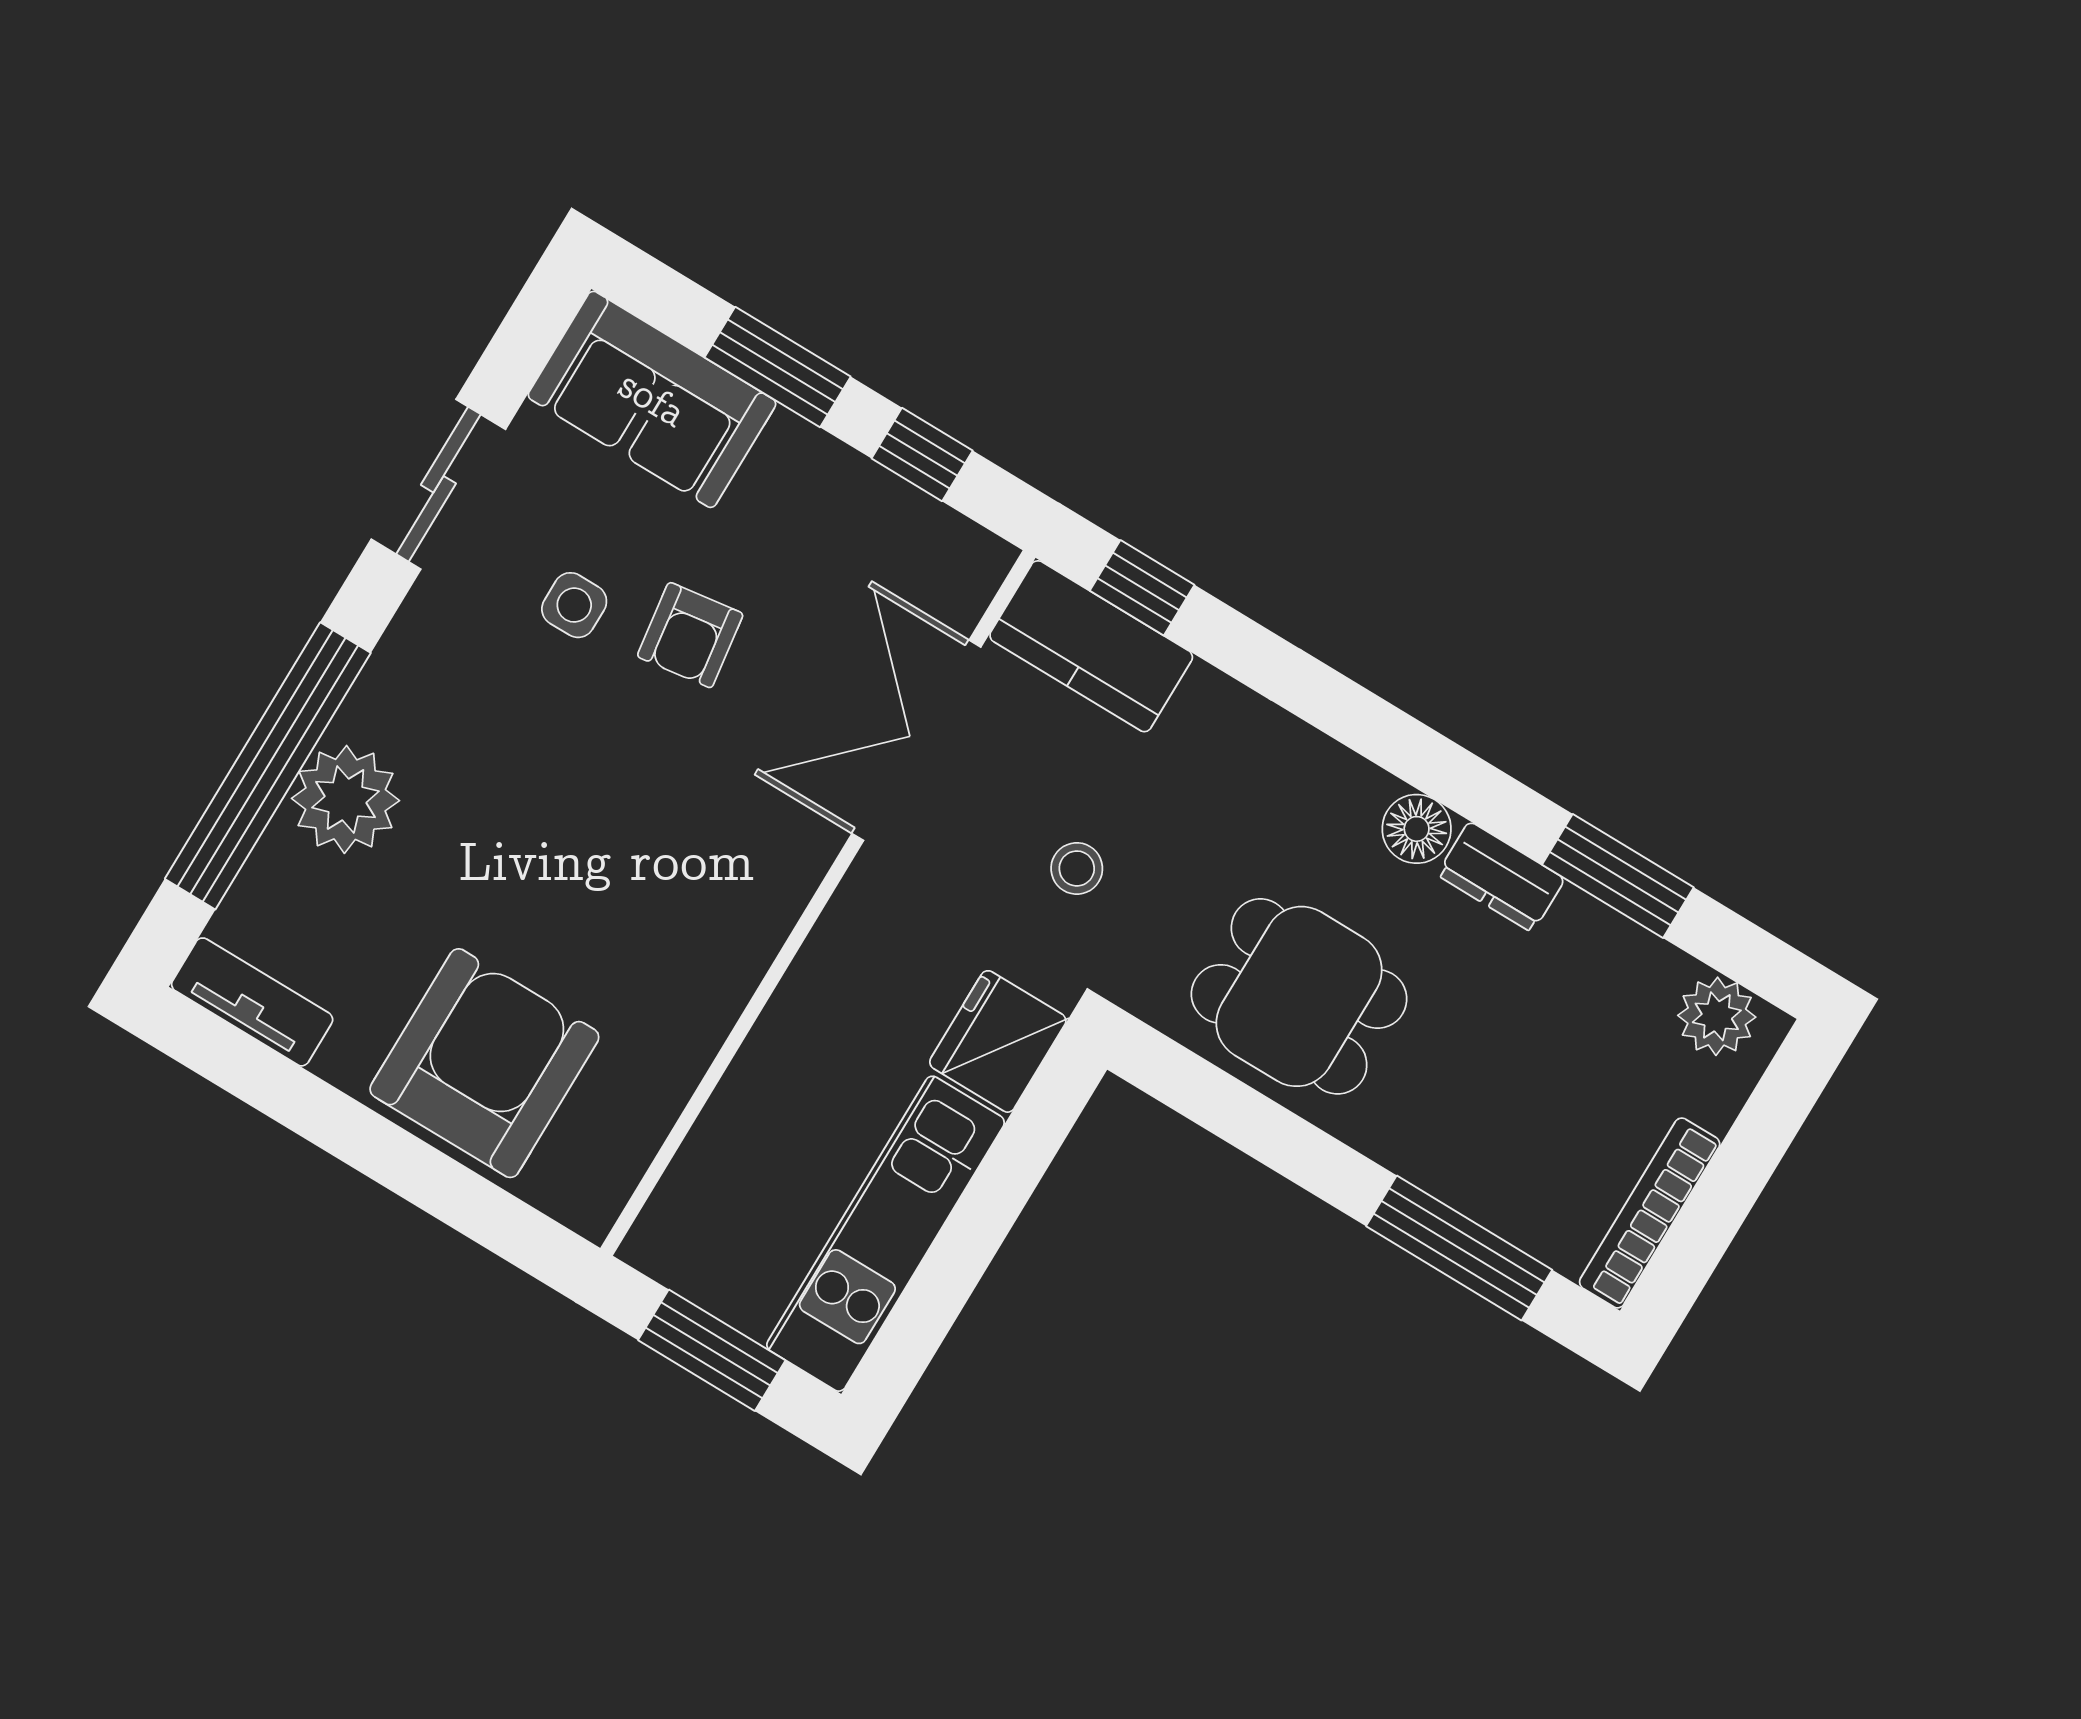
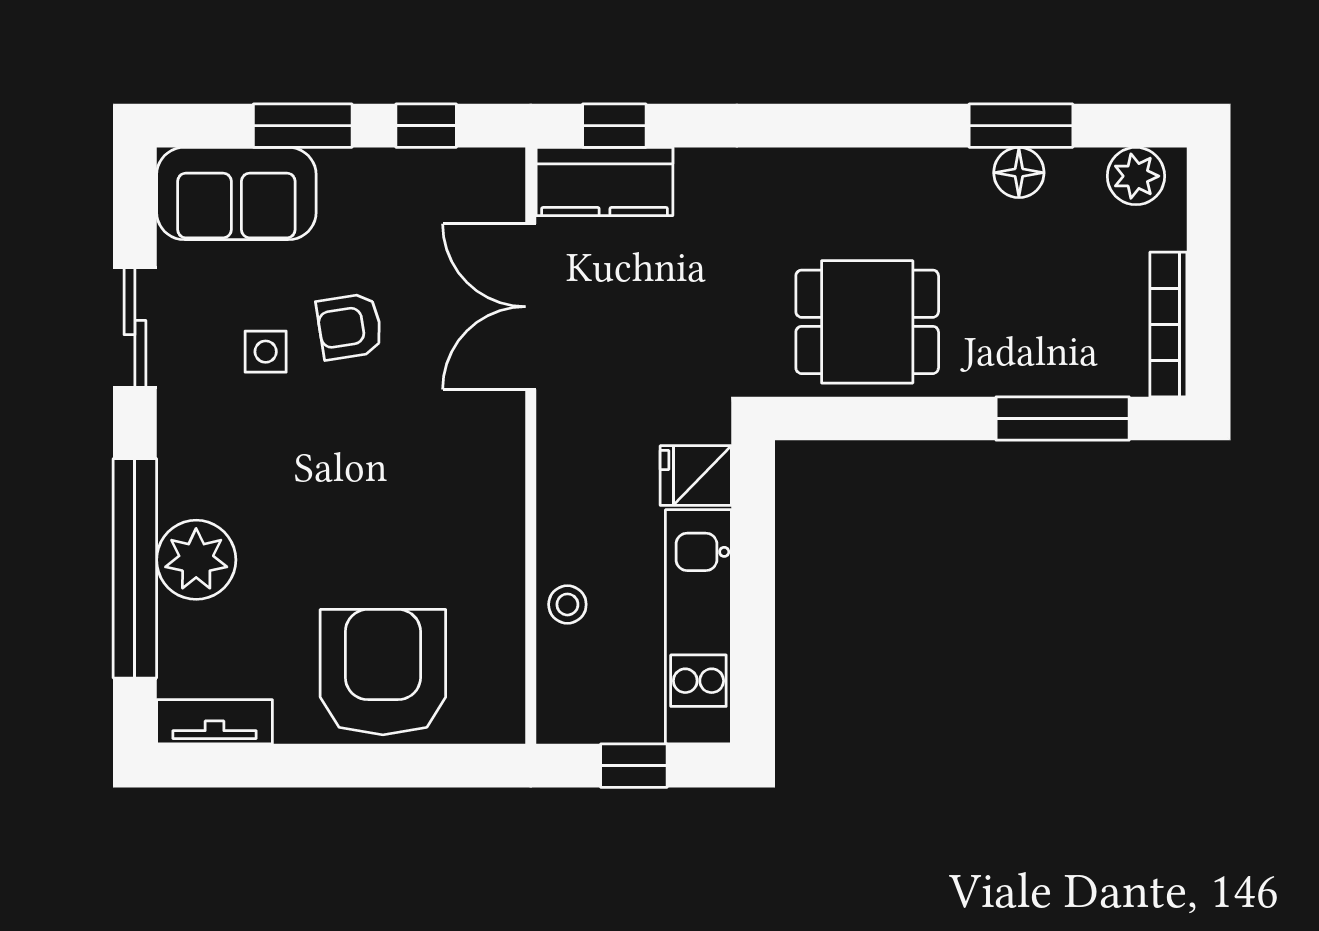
armchair: (690, 635) -> (350, 326), turned 89
floor lamp: (1417, 829) -> (1019, 173), moved
stool: (1077, 868) -> (567, 604), moved
dresser: (1501, 877) -> (948, 171), removed
fridge: (998, 1041) -> (696, 476), width x0.72
window: (712, 1350) -> (634, 766), width x0.67

